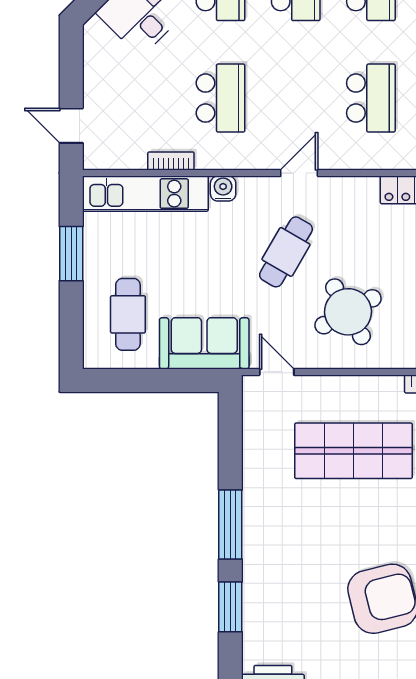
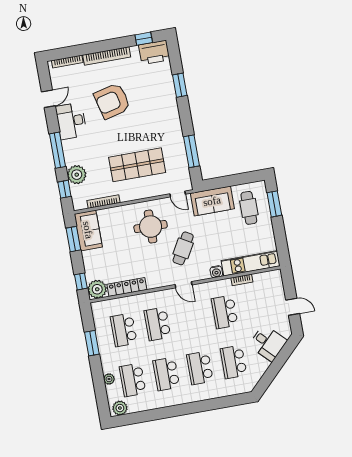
door: (71, 126) -> (293, 307), moved
door: (299, 173) -> (184, 285), hinge flipped
window: (71, 254) -> (274, 204), moved
round table: (348, 312) -> (151, 227), turned 30
window: (230, 525) -> (191, 151), moved

